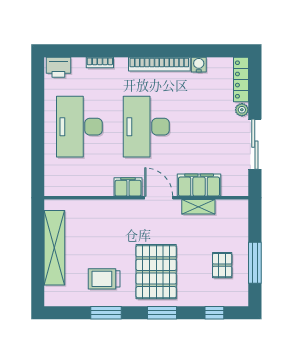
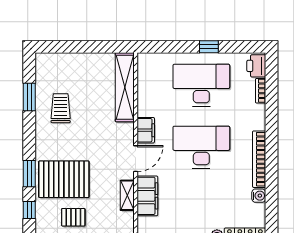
bookcase: (100, 63) -> (261, 91), moved
window: (38, 118) -> (209, 47), added
shelving: (54, 248) -> (125, 87), moved, turned 90
pallet: (156, 272) -> (64, 179), moved
window: (106, 313) -> (29, 97), moved
window: (162, 313) -> (29, 174), moved

